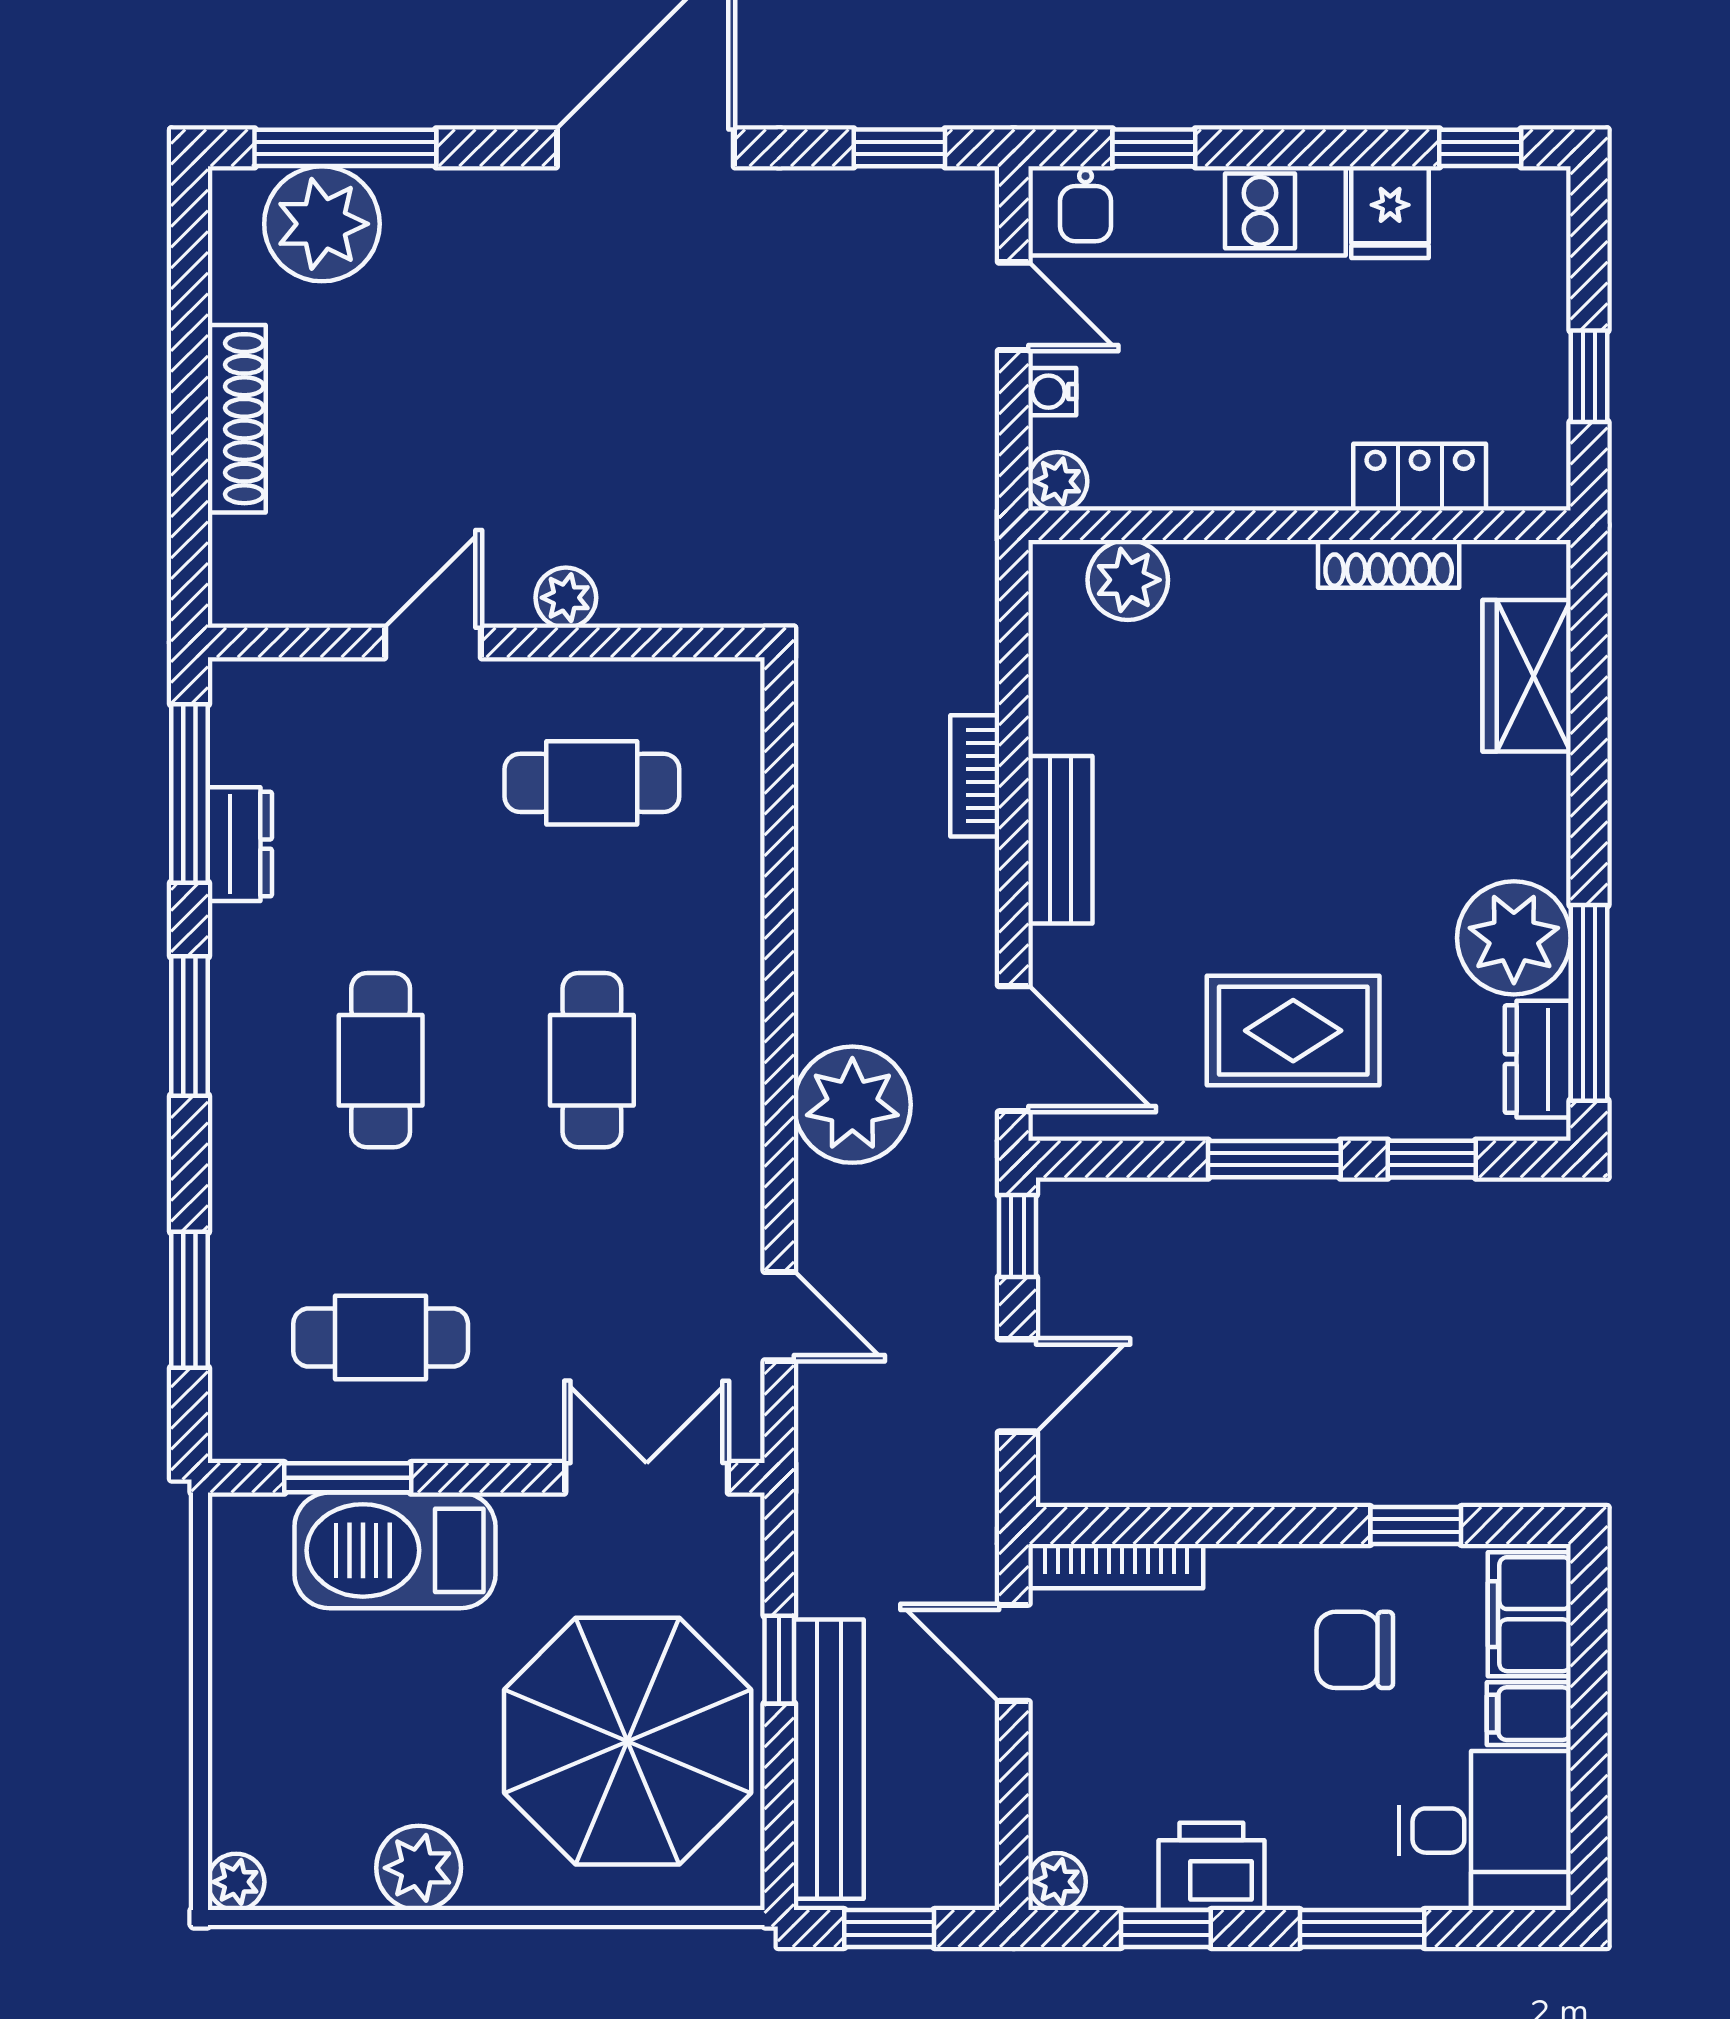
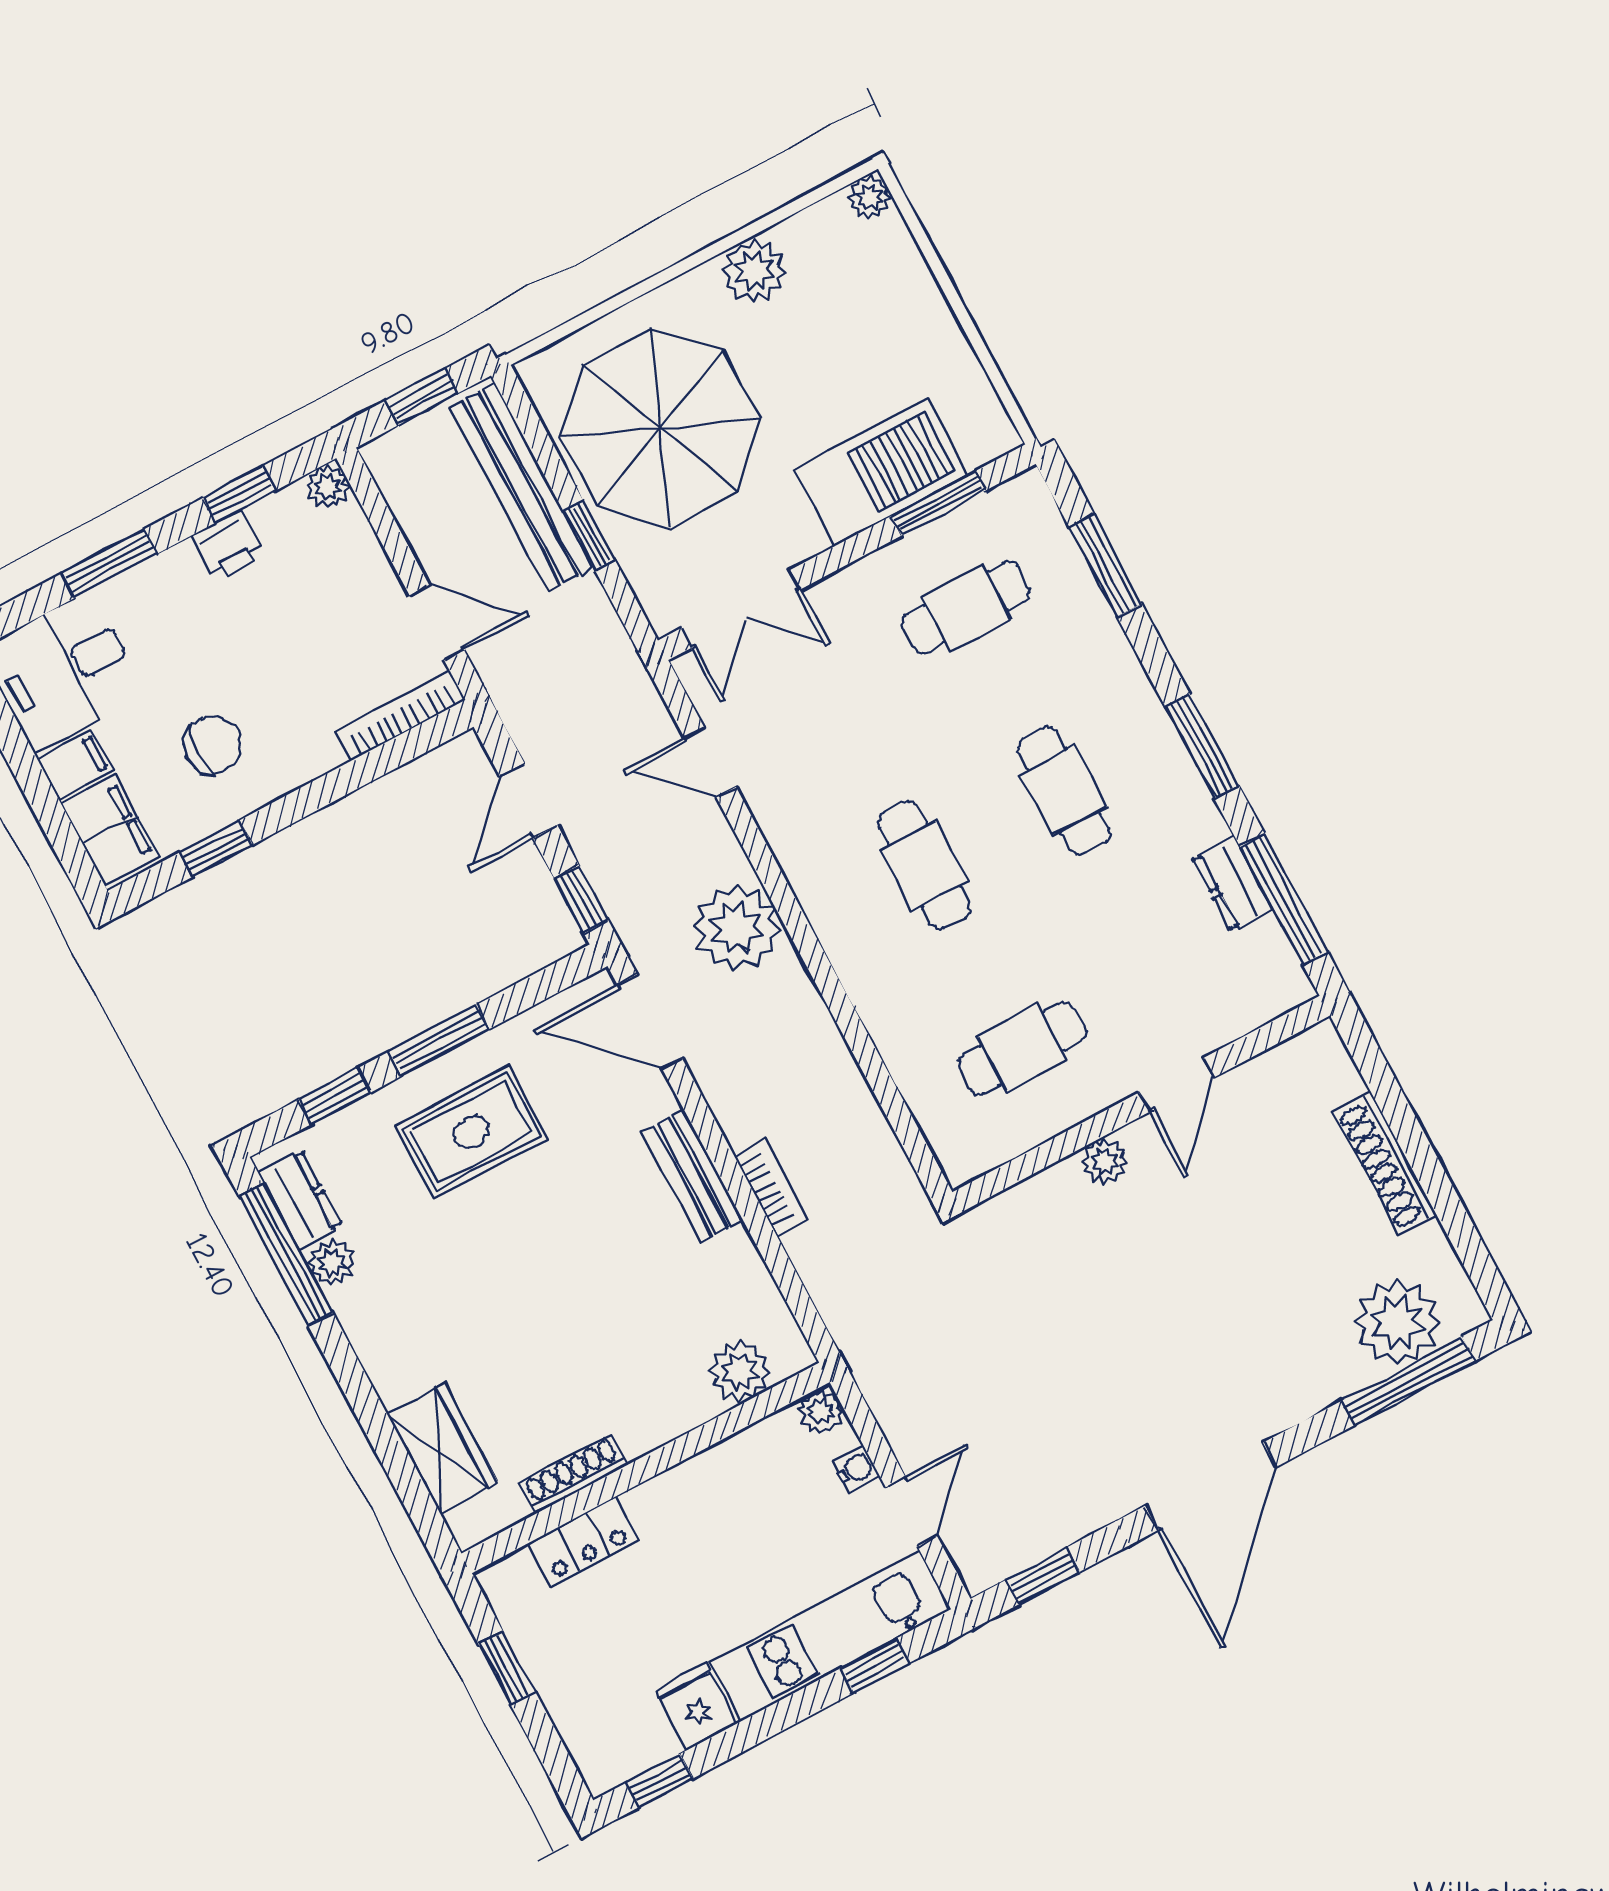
door: (1014, 306) -> (911, 1512), swing flipped
plant: (1514, 938) -> (332, 1263), width x0.53, depth x0.53
printer: (1211, 1866) -> (228, 546), width x0.73, depth x0.81

